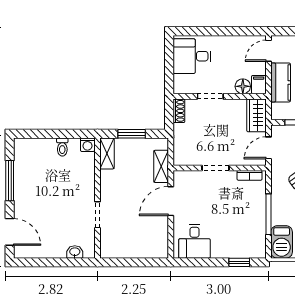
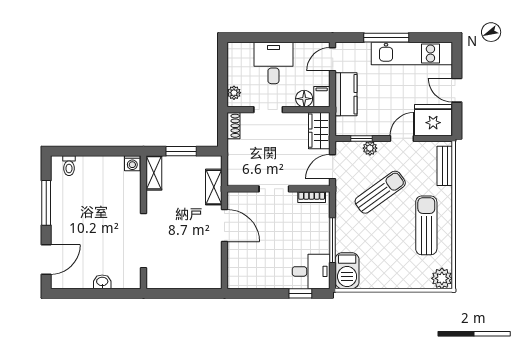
desk: (192, 56) -> (273, 63), moved, turned 90
plant: (179, 81) -> (234, 93), added
toilet: (62, 147) -> (69, 166), moved
door: (171, 201) -> (224, 226), swing flipped
doorway: (98, 215) -> (143, 241), width x1.88
door: (10, 232) -> (46, 260), hinge flipped
desk: (195, 241) -> (311, 271), moved, turned -90
washbasin: (75, 252) -> (102, 282), moved

